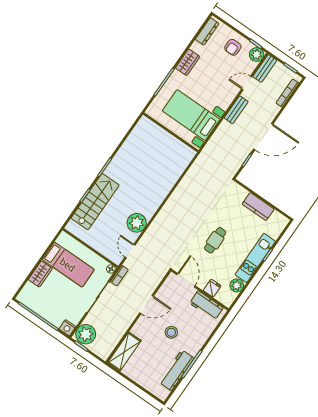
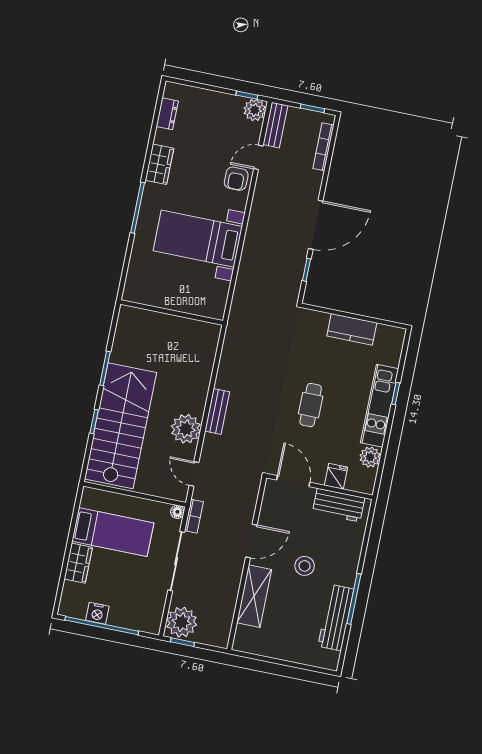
dresser: (207, 31) -> (167, 114), width x0.70
armchair: (233, 47) -> (236, 179), moved
bench: (236, 110) -> (217, 411), moved
wall: (171, 132) -> (172, 312), moved
stairs: (95, 202) -> (121, 426), width x1.36, depth x1.51
nightstand: (67, 328) -> (97, 613), moved
shelving: (124, 352) -> (254, 596), moved

